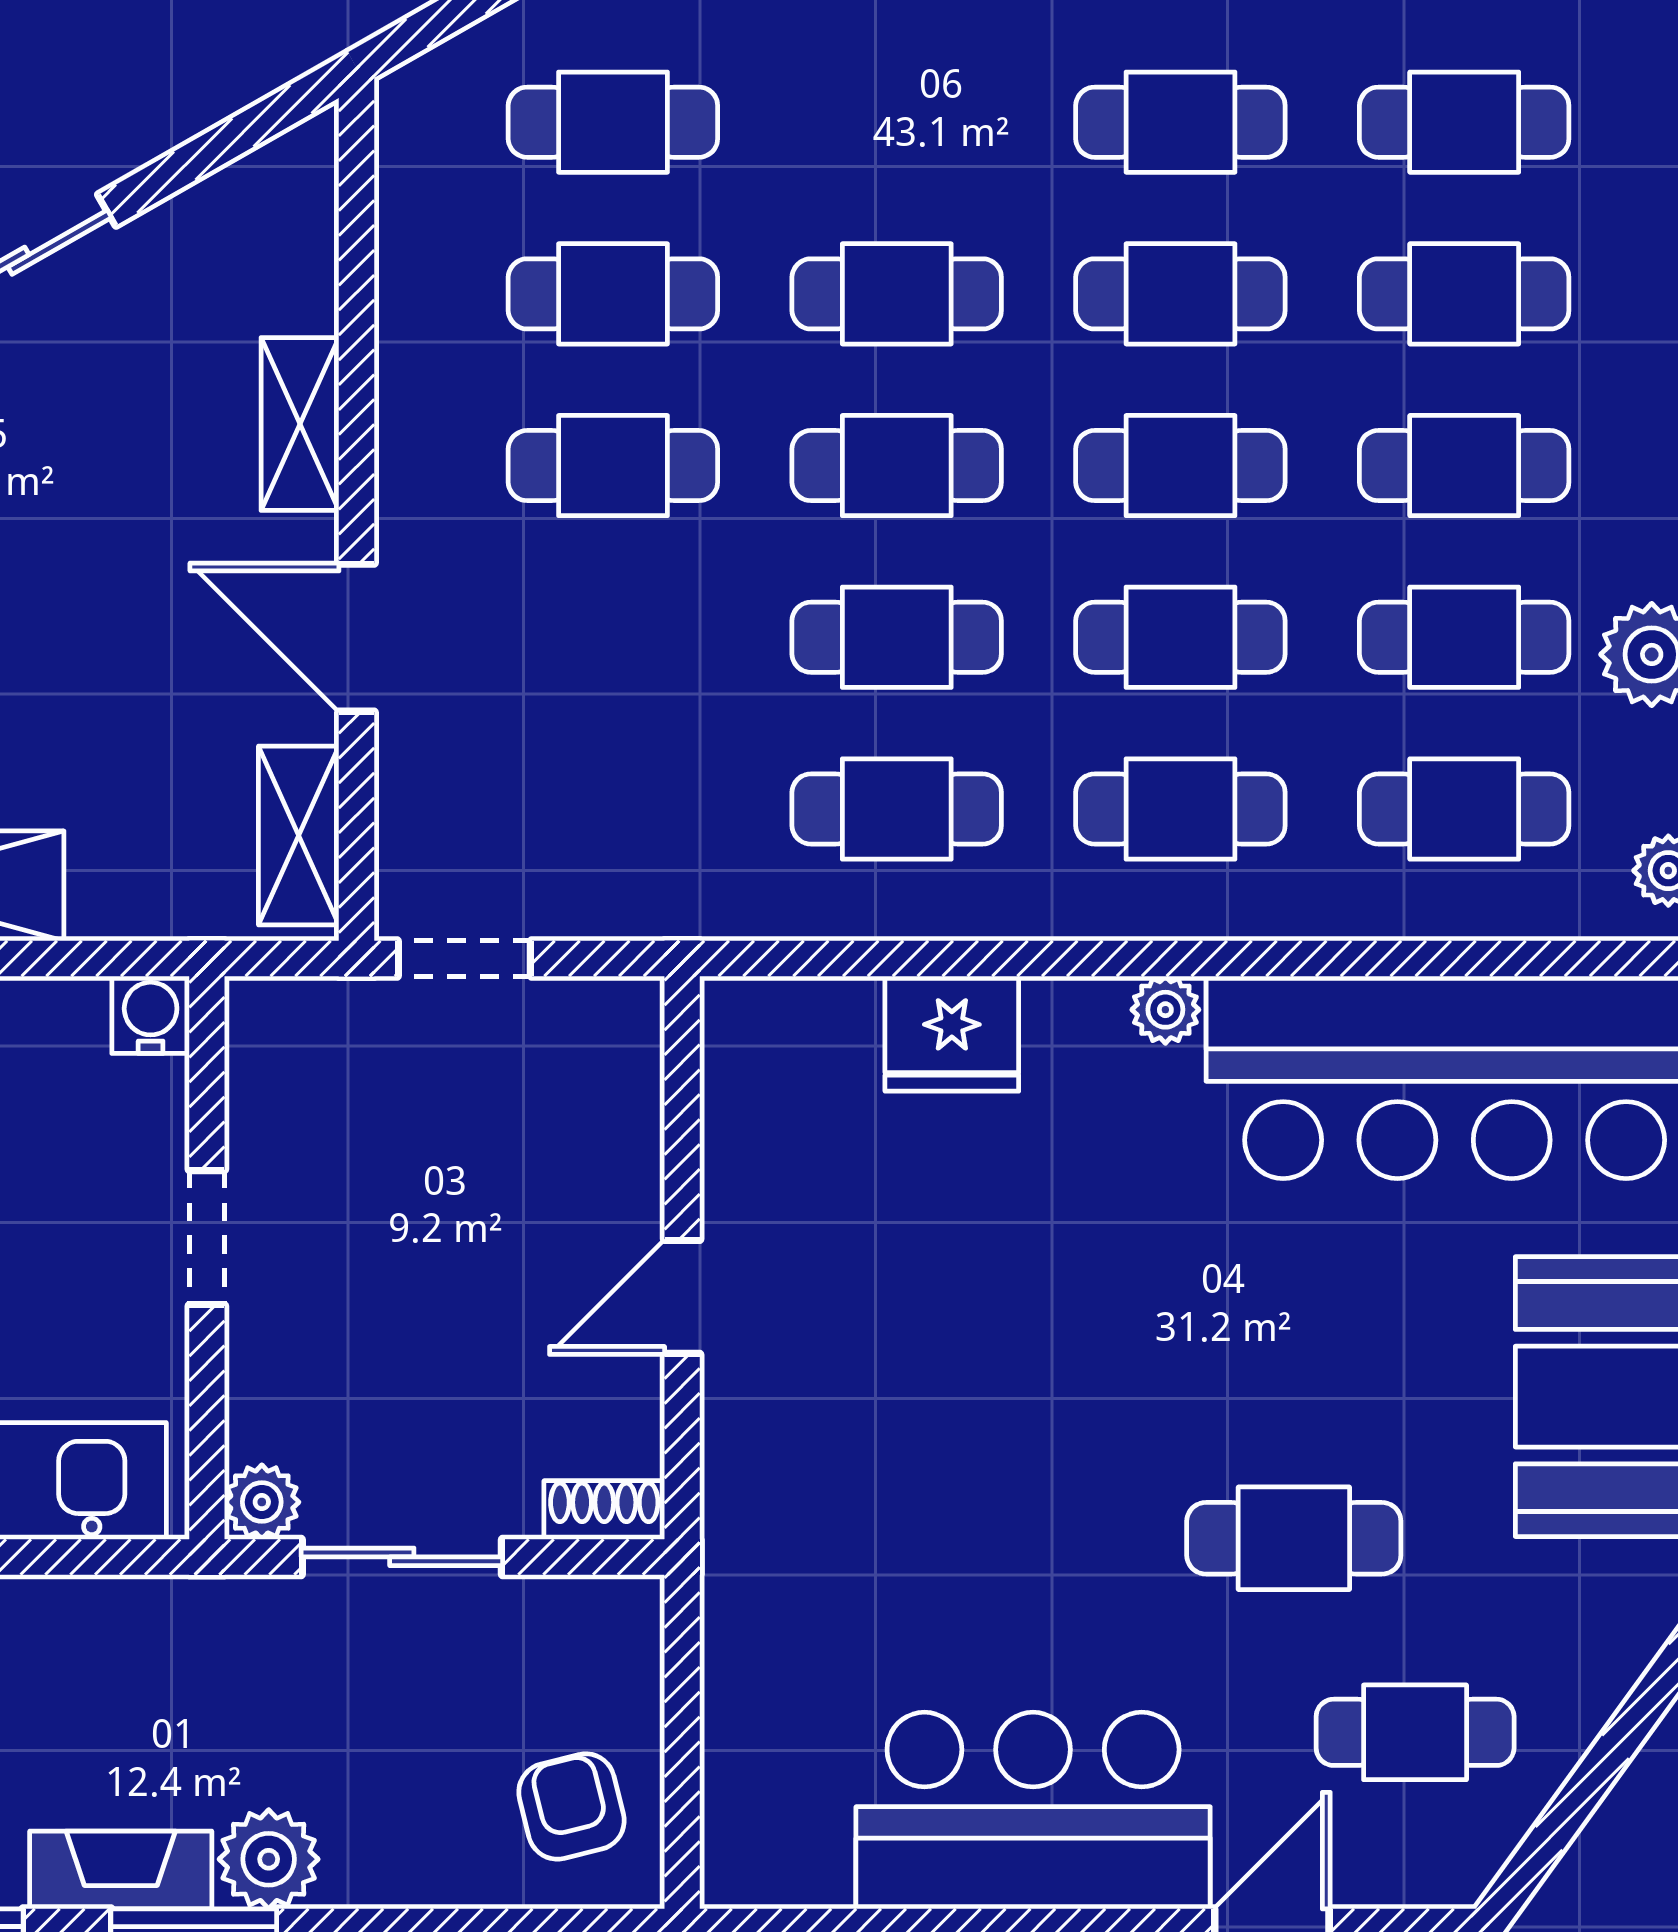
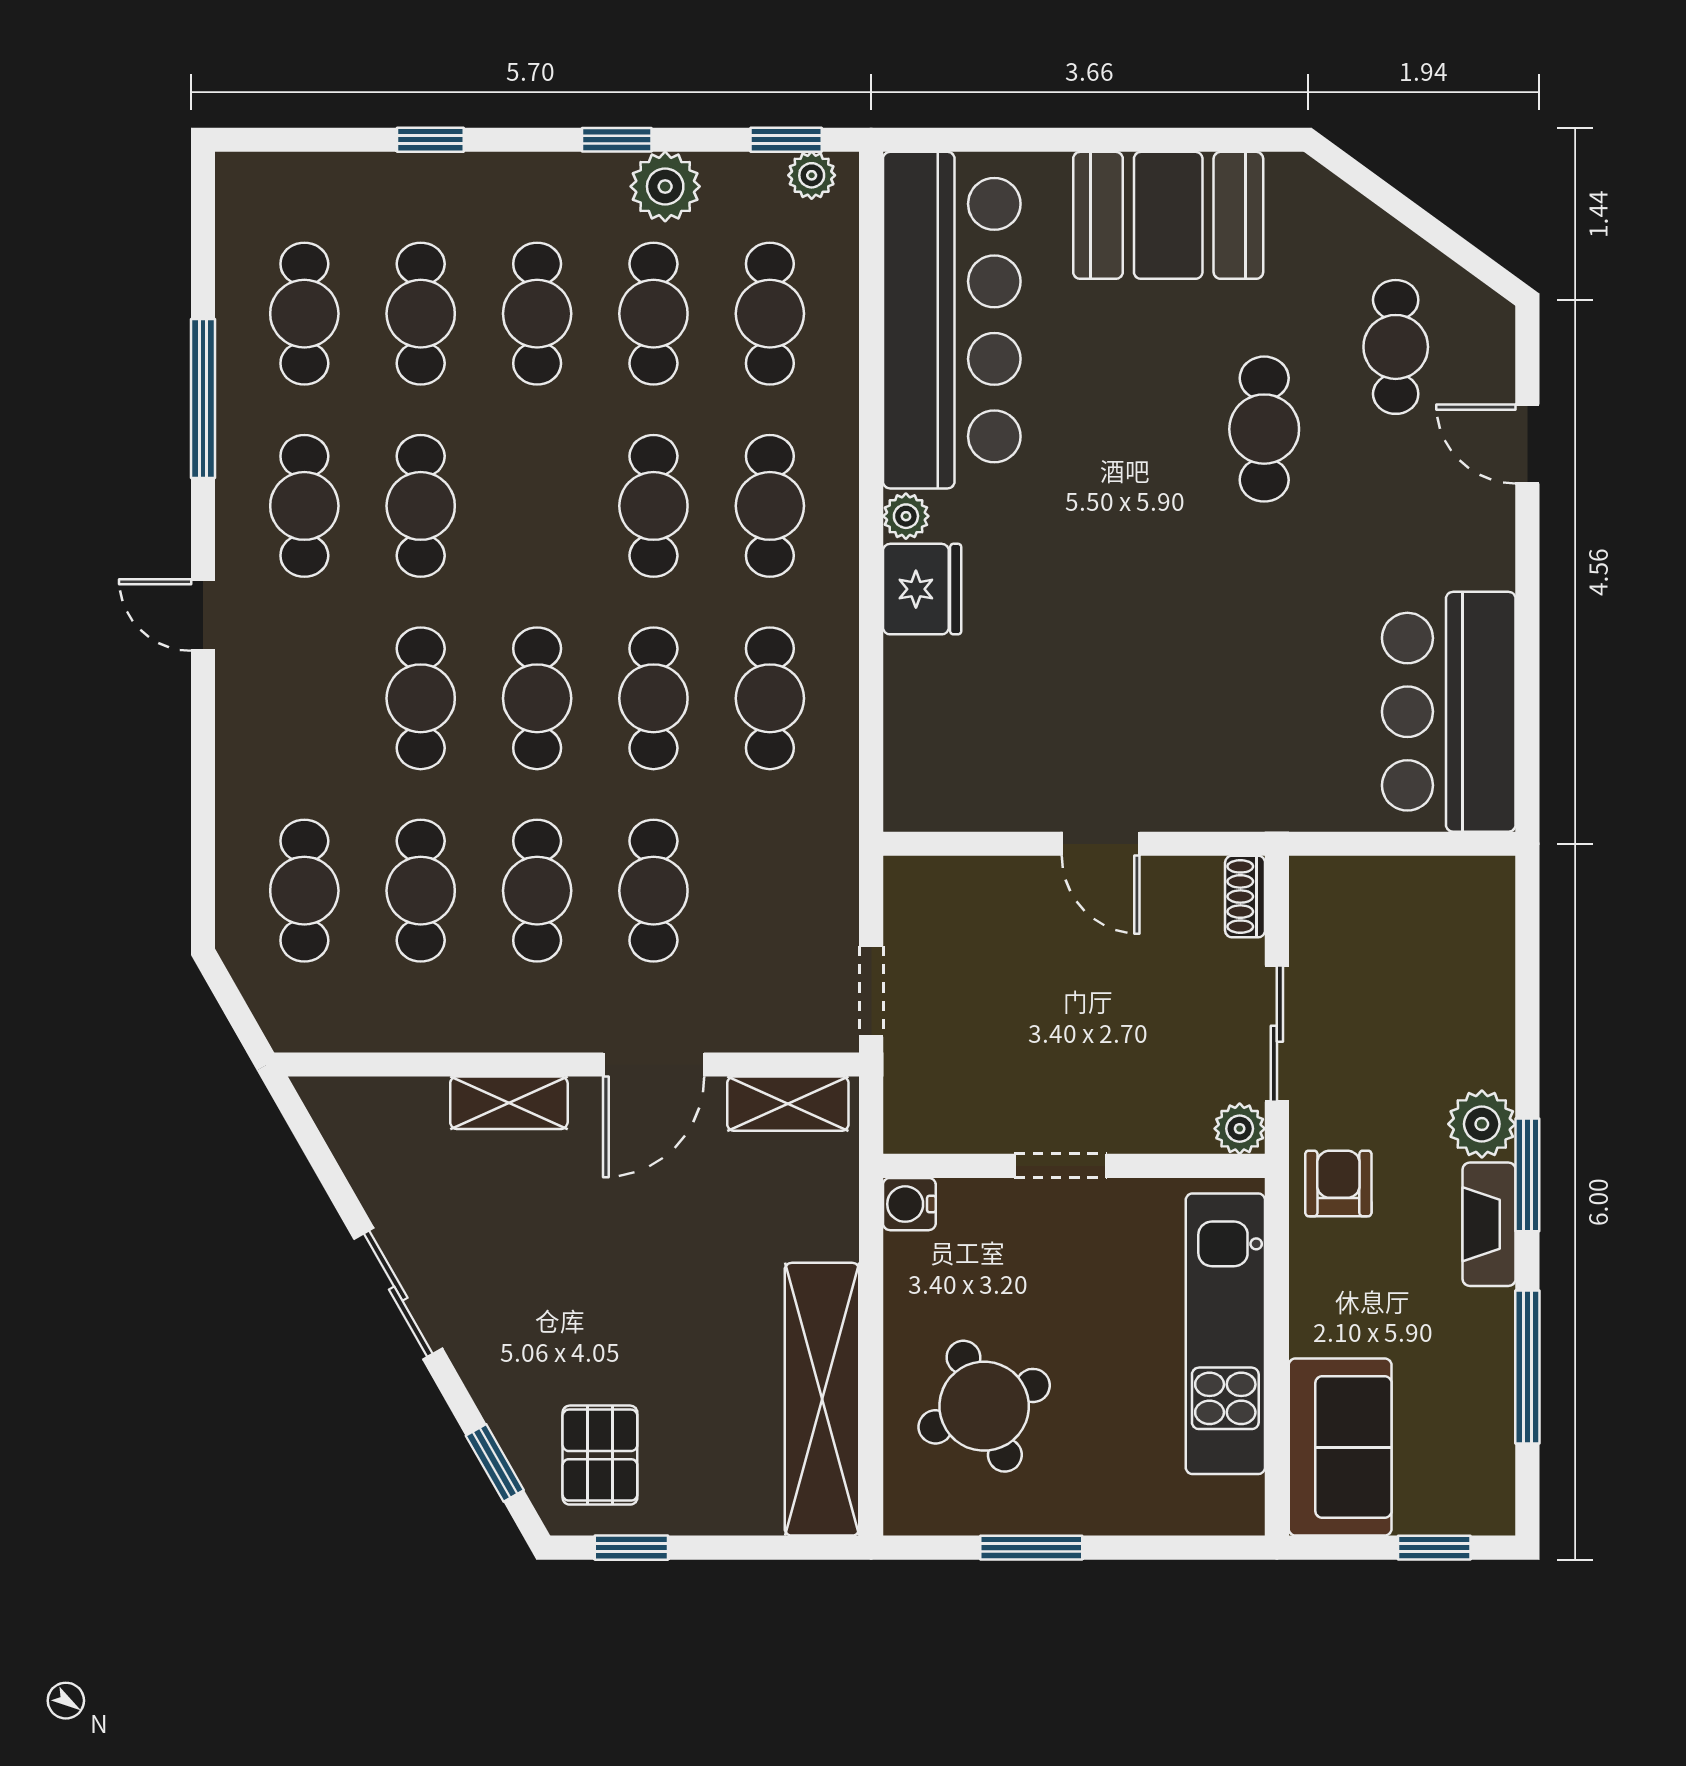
cafe table: (1180, 466) -> (653, 891), moved
fridge: (952, 1034) -> (922, 589), moved
armchair: (571, 1806) -> (1338, 1183), moved, turned 104
bar counter: (1033, 1811) -> (1449, 712), moved

